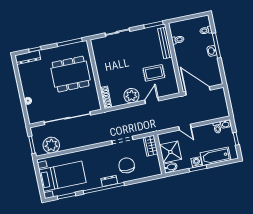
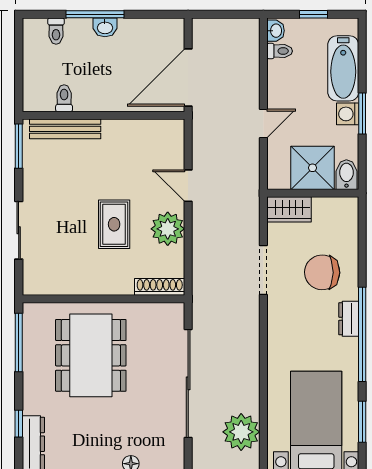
rug: (154, 73) -> (114, 224), moved

